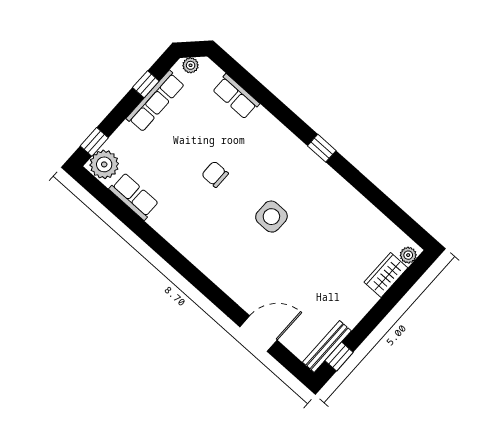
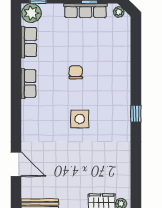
row of seats: (236, 97) -> (28, 84), moved, turned 180

